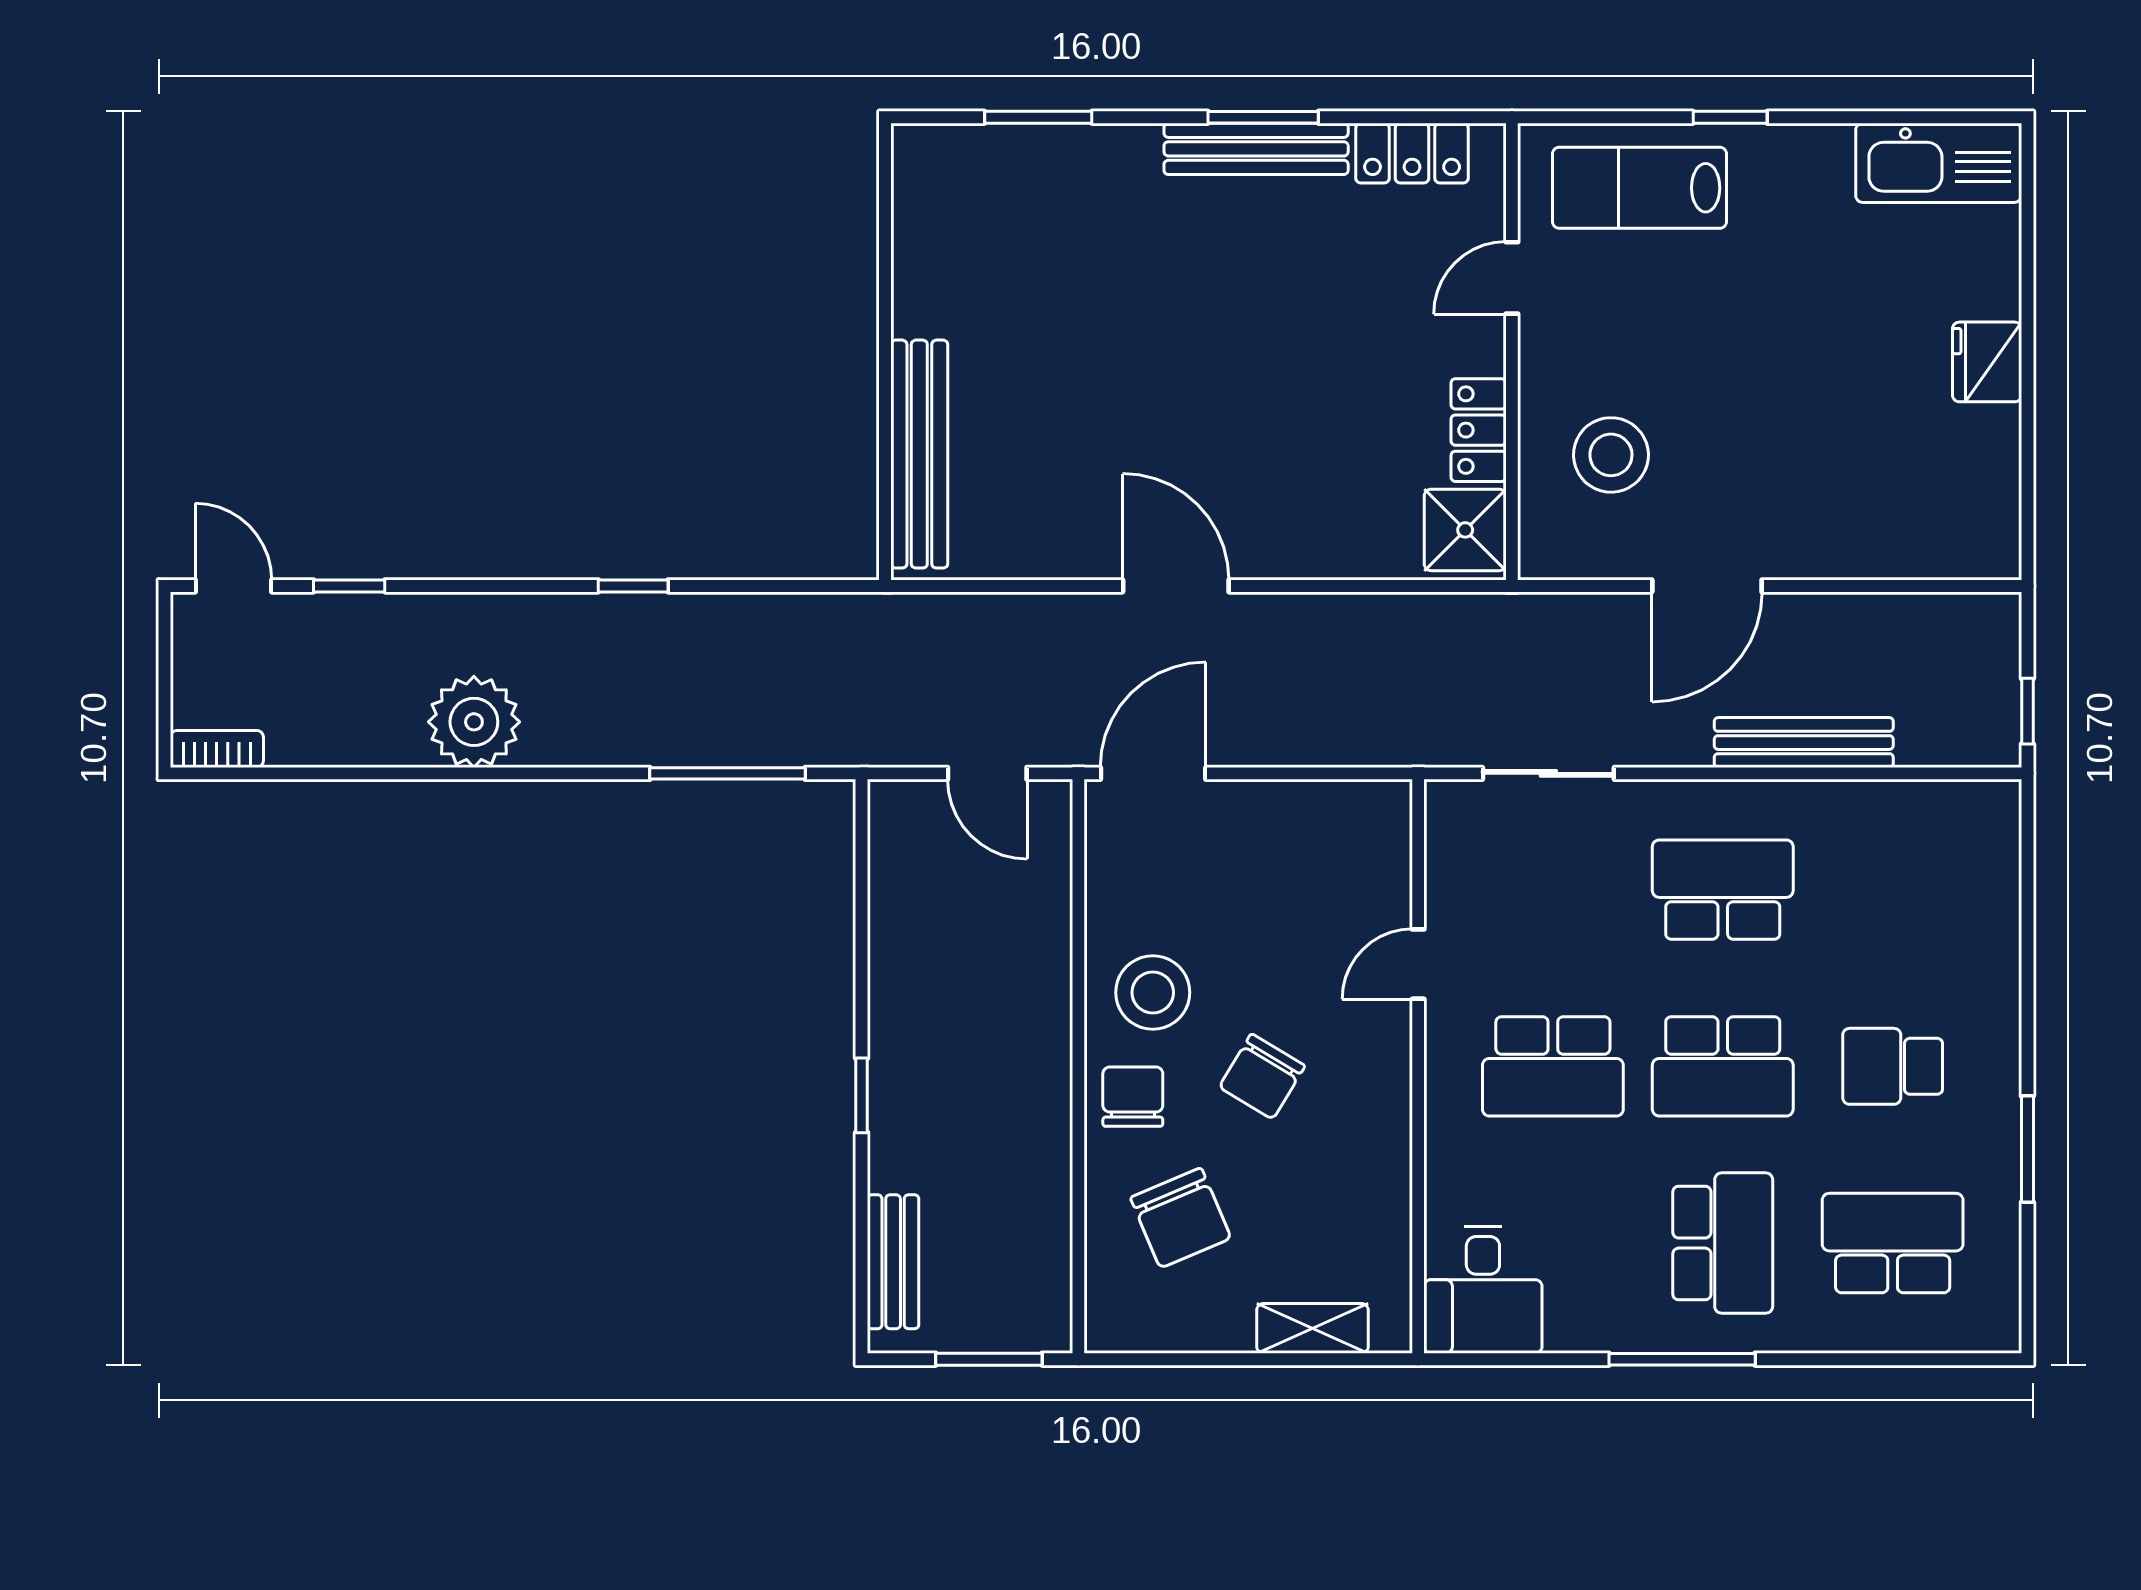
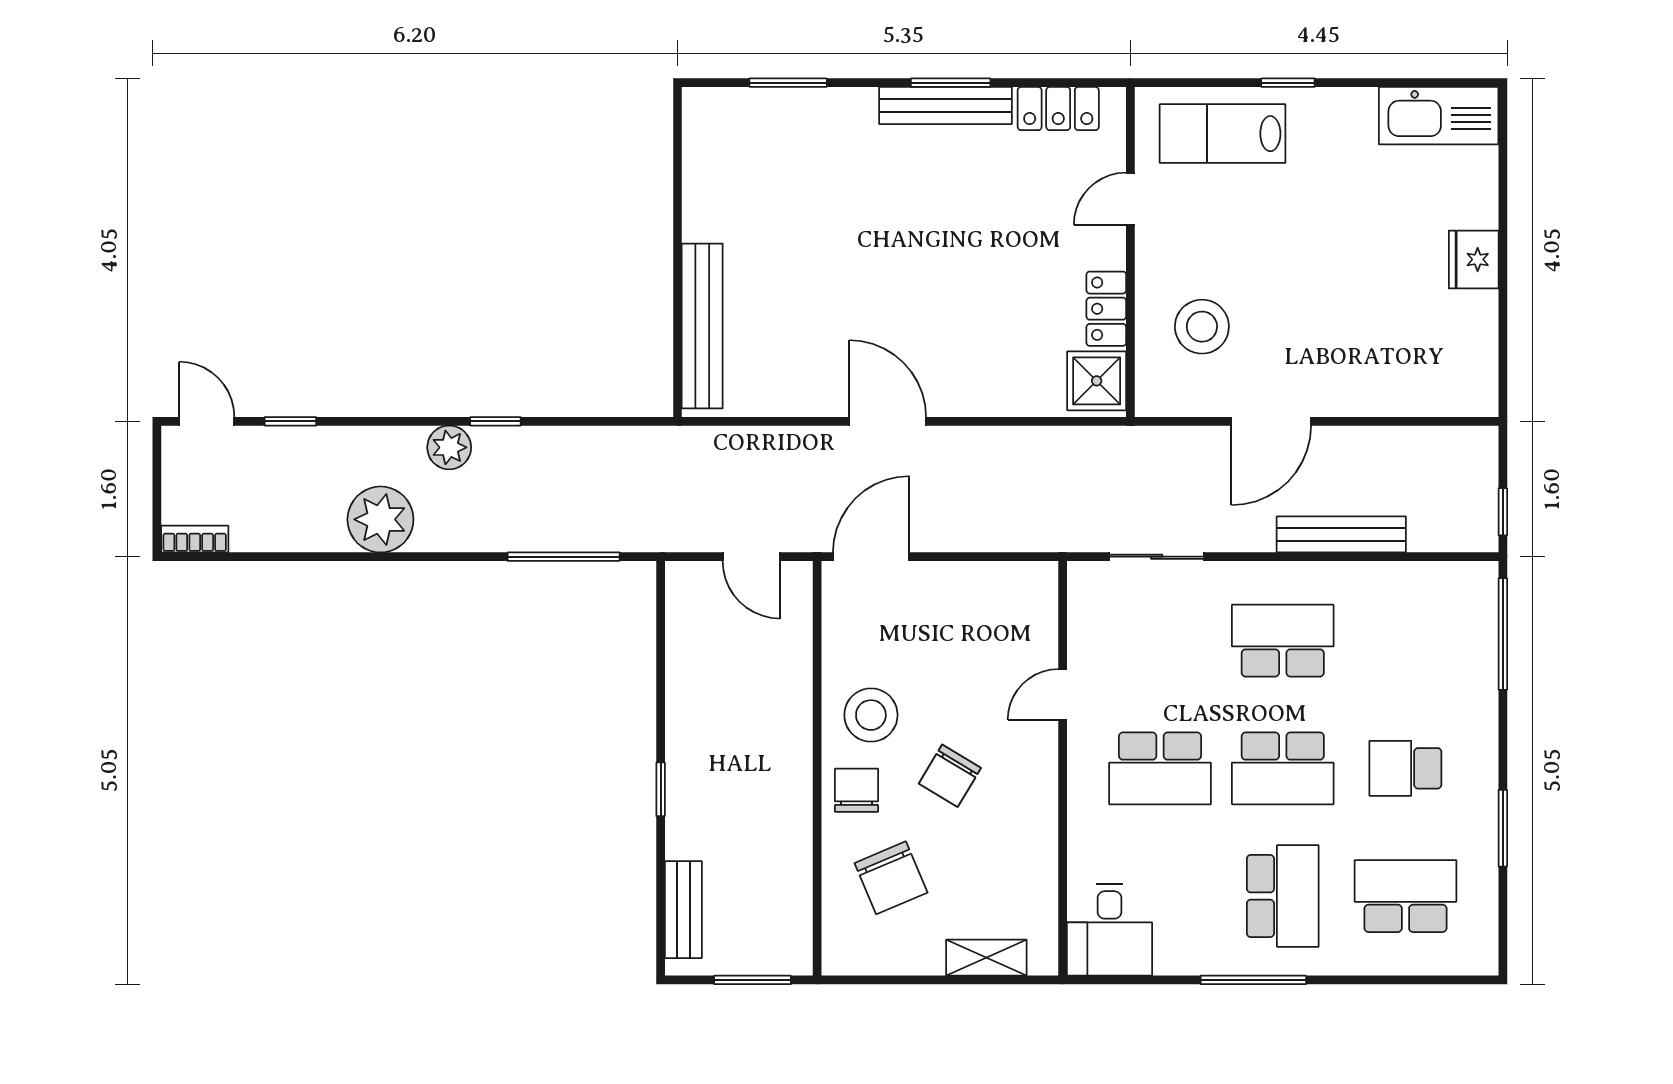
plant: (569, 622) -> (449, 447), added
window: (2027, 880) -> (1503, 634), added

